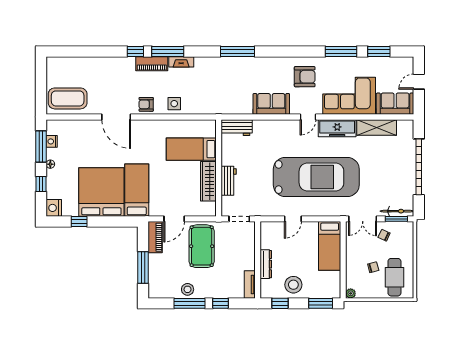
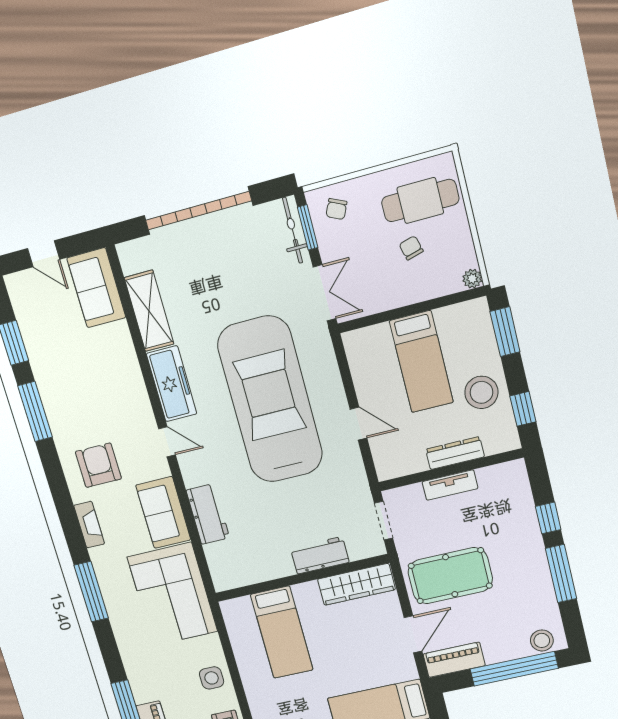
fireplace: (181, 62) -> (89, 525), moved
corner sofa: (349, 96) -> (172, 594), moved
workbench: (237, 128) -> (208, 514), moved
wardrobe: (208, 181) -> (356, 584), moved
door: (174, 219) -> (413, 634), hinge flipped
chair: (384, 235) -> (336, 209), moved
bed: (330, 246) -> (421, 362), moved, turned 90
window: (143, 268) -> (514, 669), width x1.46
tv unit: (250, 284) -> (450, 485), moved
stool: (188, 289) -> (542, 640), moved

